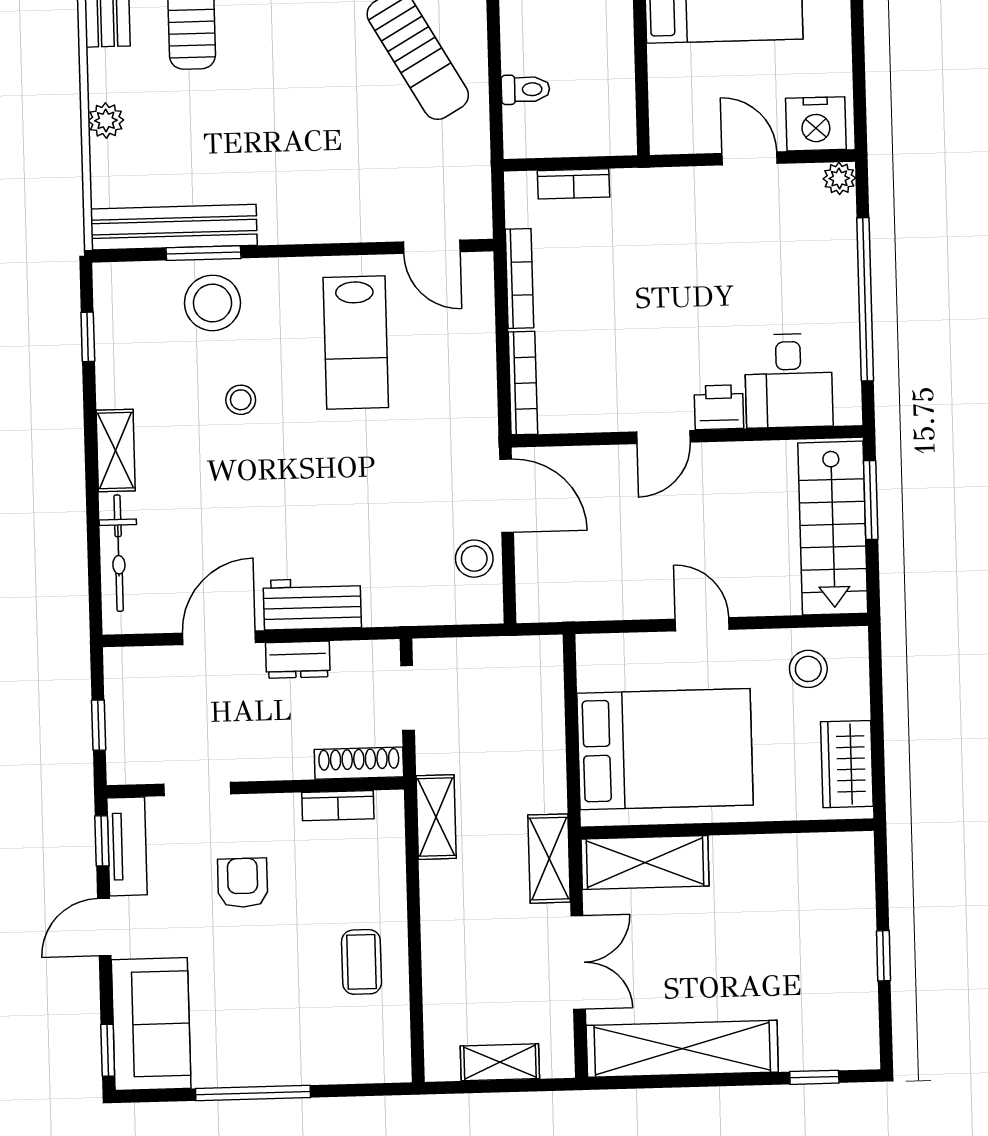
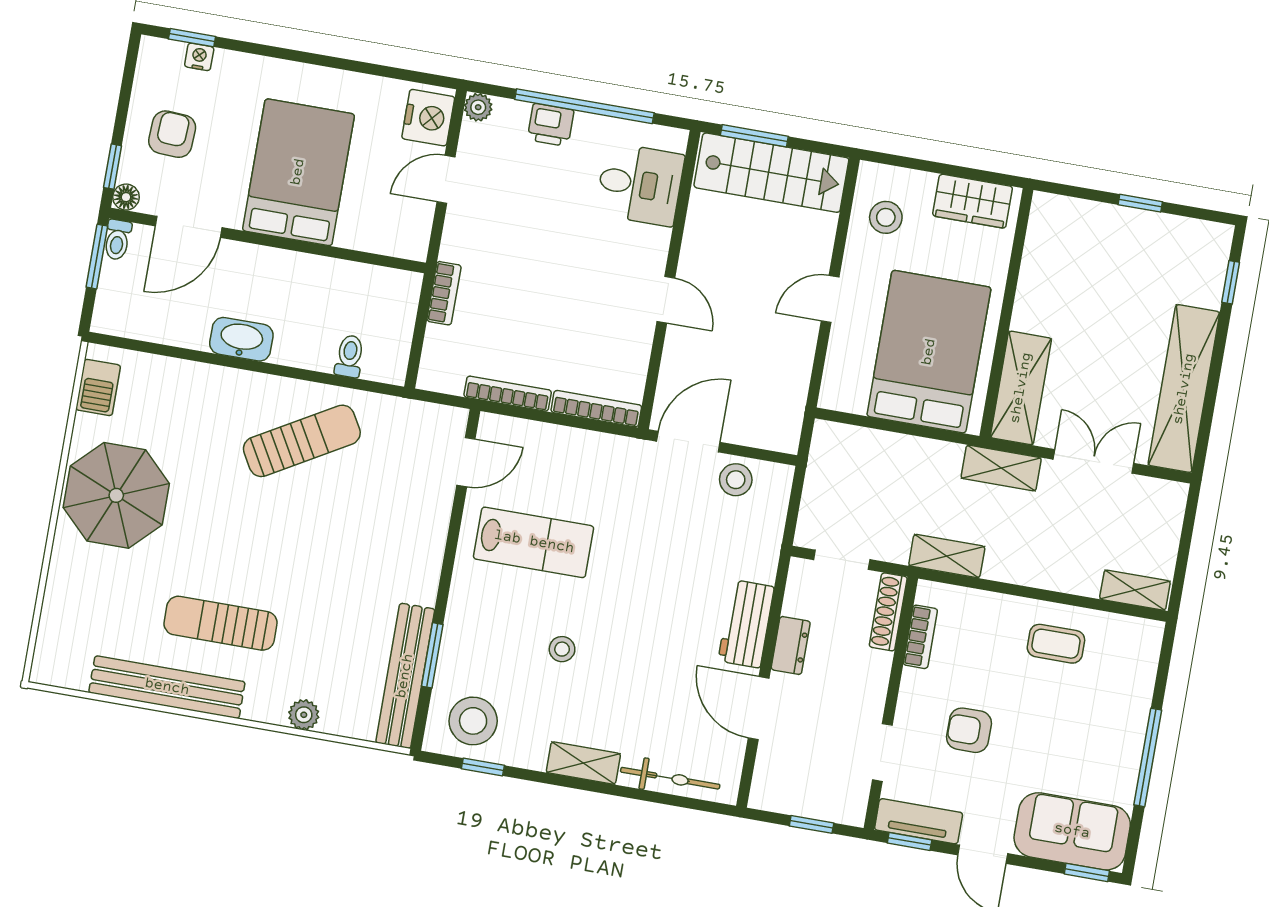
bookcase: (574, 184) -> (444, 293), moved
stool: (212, 303) -> (473, 721), moved
printer: (719, 407) -> (551, 125), moved, turned -90
shelving: (500, 1062) -> (1135, 590), moved, turned 90

